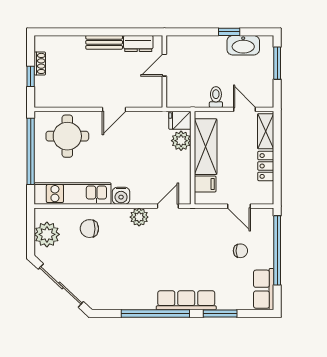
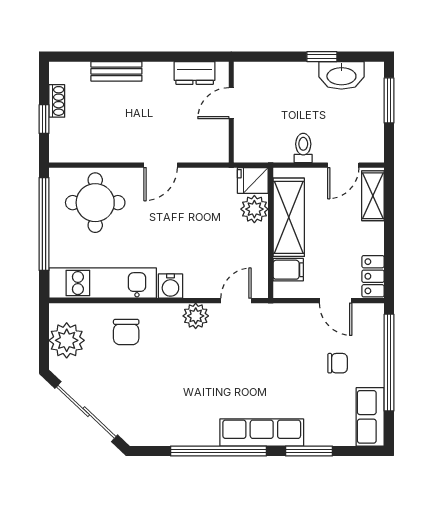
bench: (104, 42) -> (116, 71), moved
door: (244, 109) -> (343, 165), swing flipped
locker: (266, 166) -> (373, 276), moved
chair: (89, 229) -> (126, 332), turned -90

